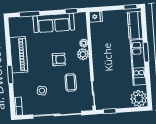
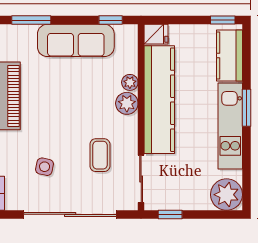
kitchen counter: (100, 51) -> (159, 100), added
armchair: (59, 59) -> (81, 110), removed

